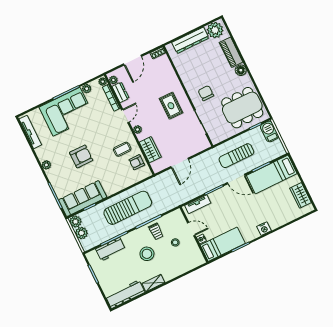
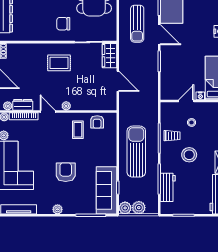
wardrobe: (150, 150) -> (109, 56), moved, turned -90
door: (236, 179) -> (159, 35), hinge flipped
tv unit: (198, 204) -> (165, 83), removed

